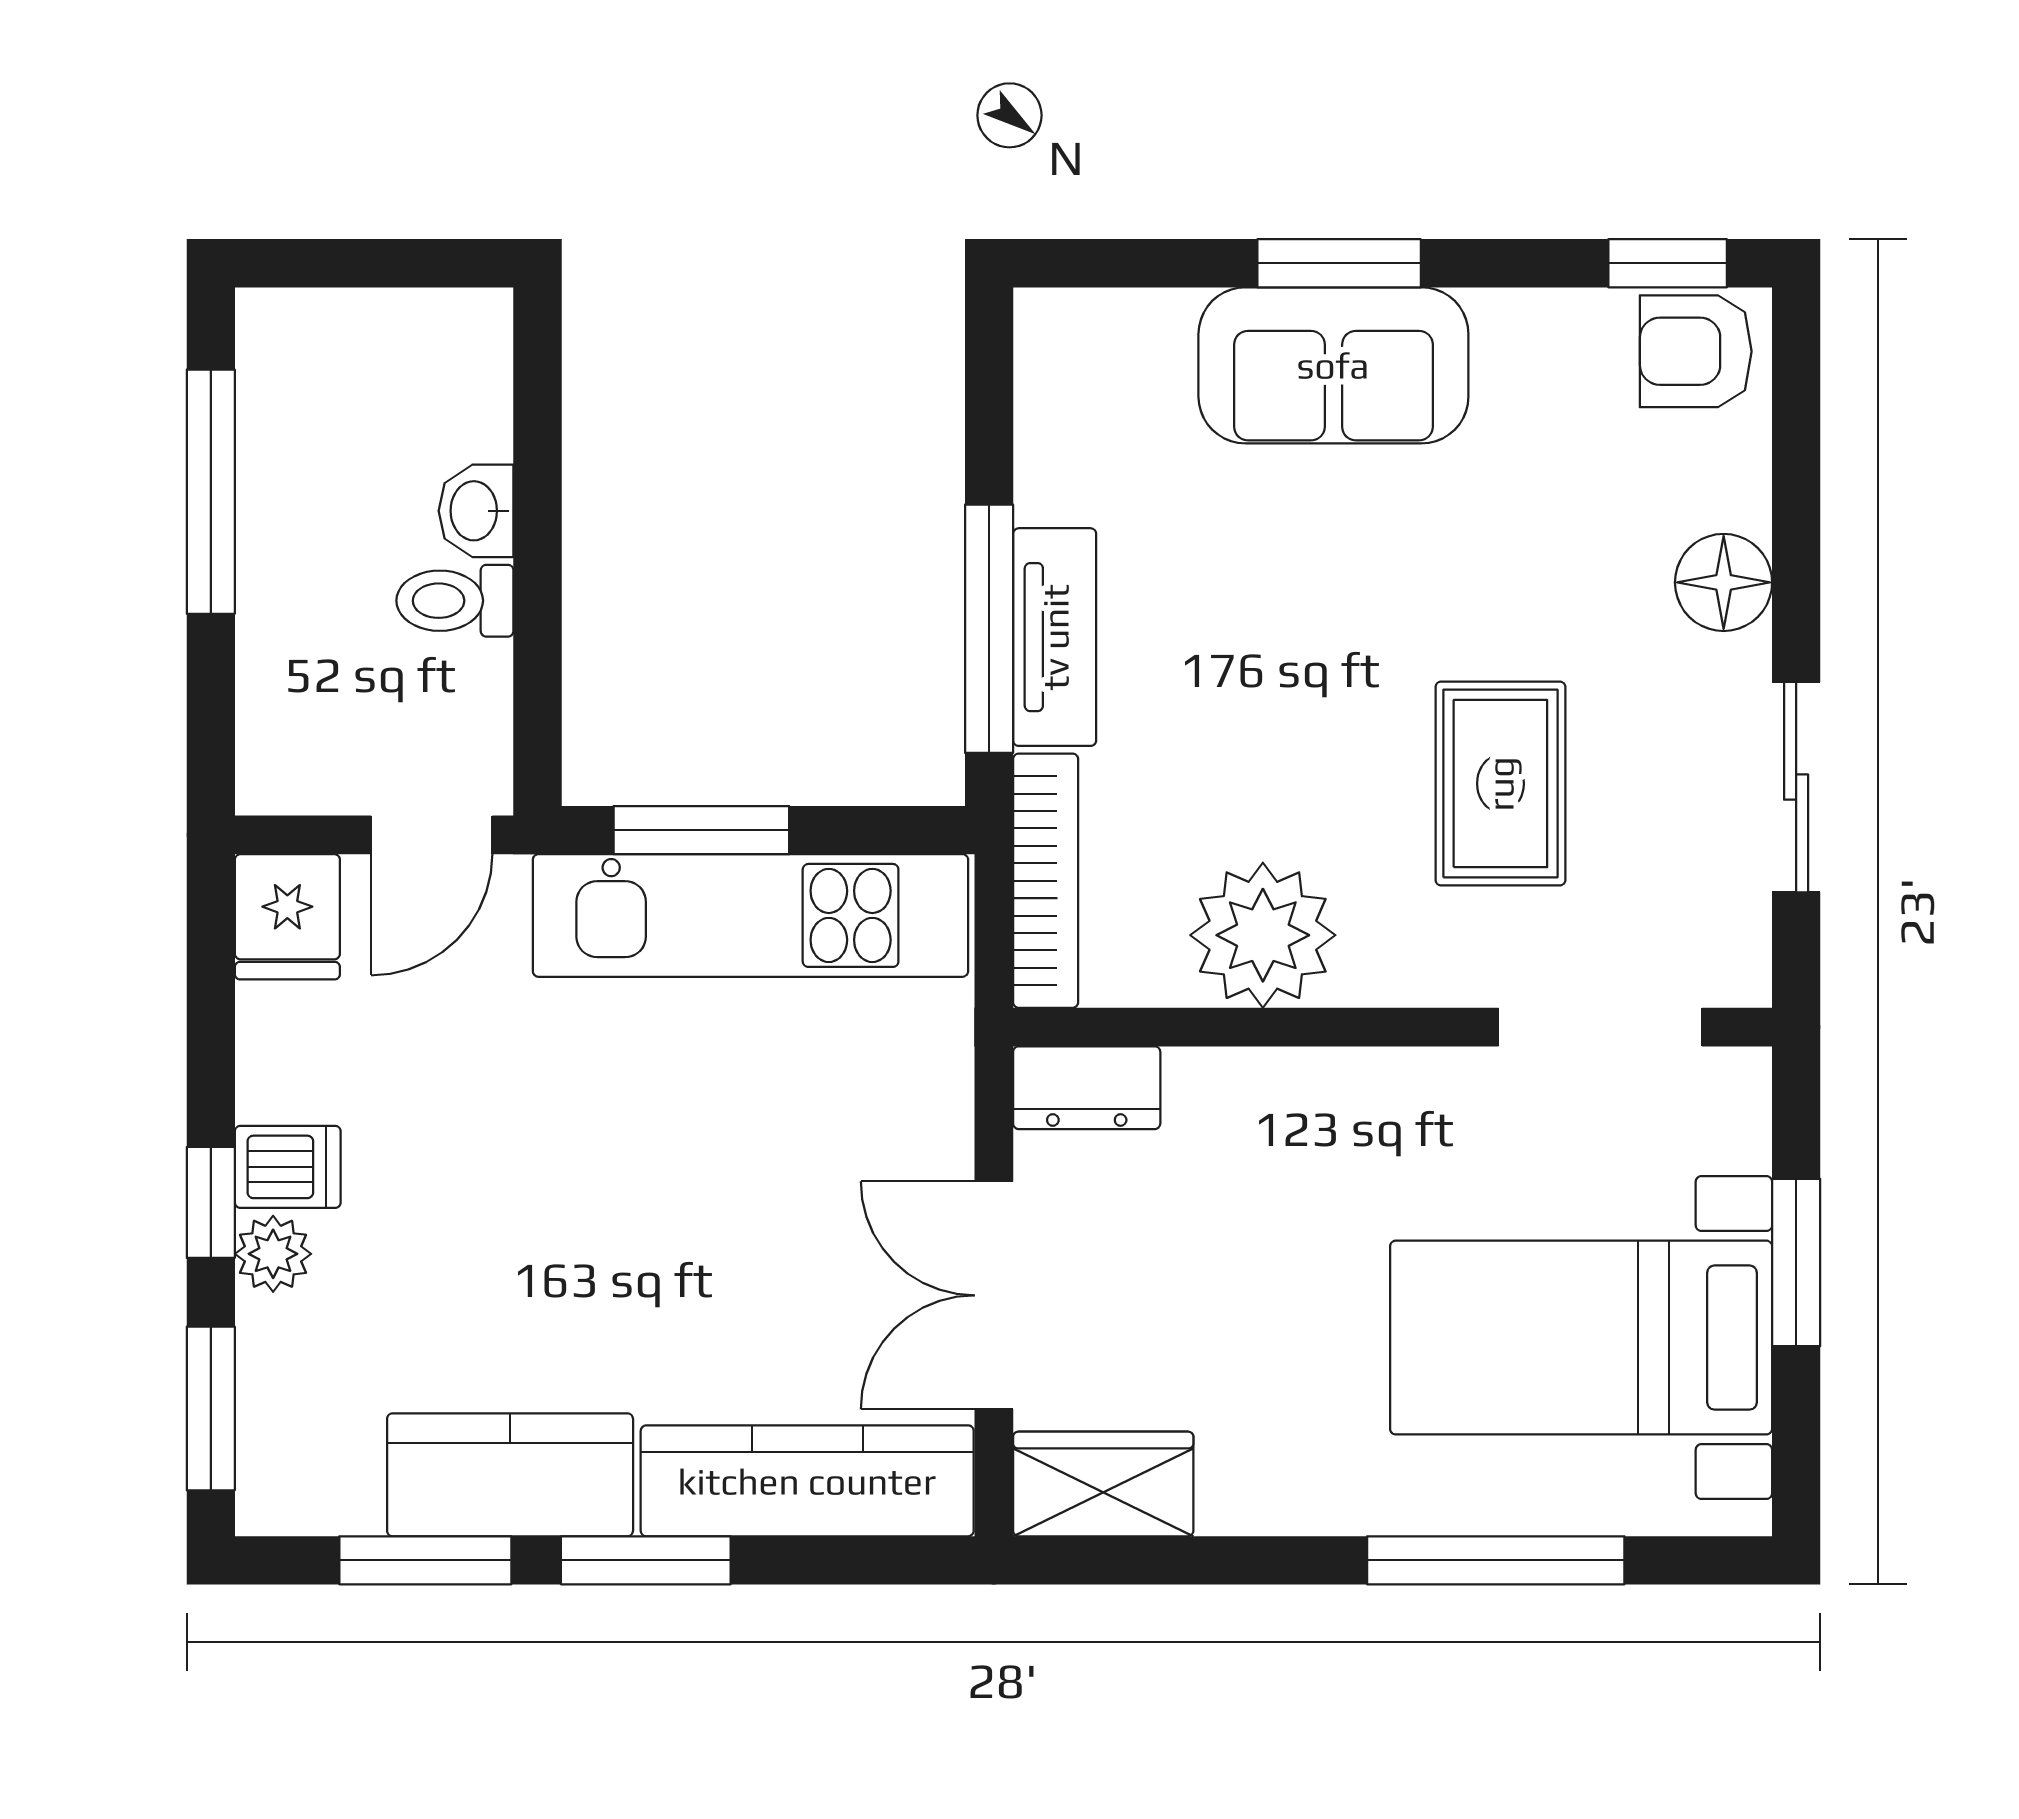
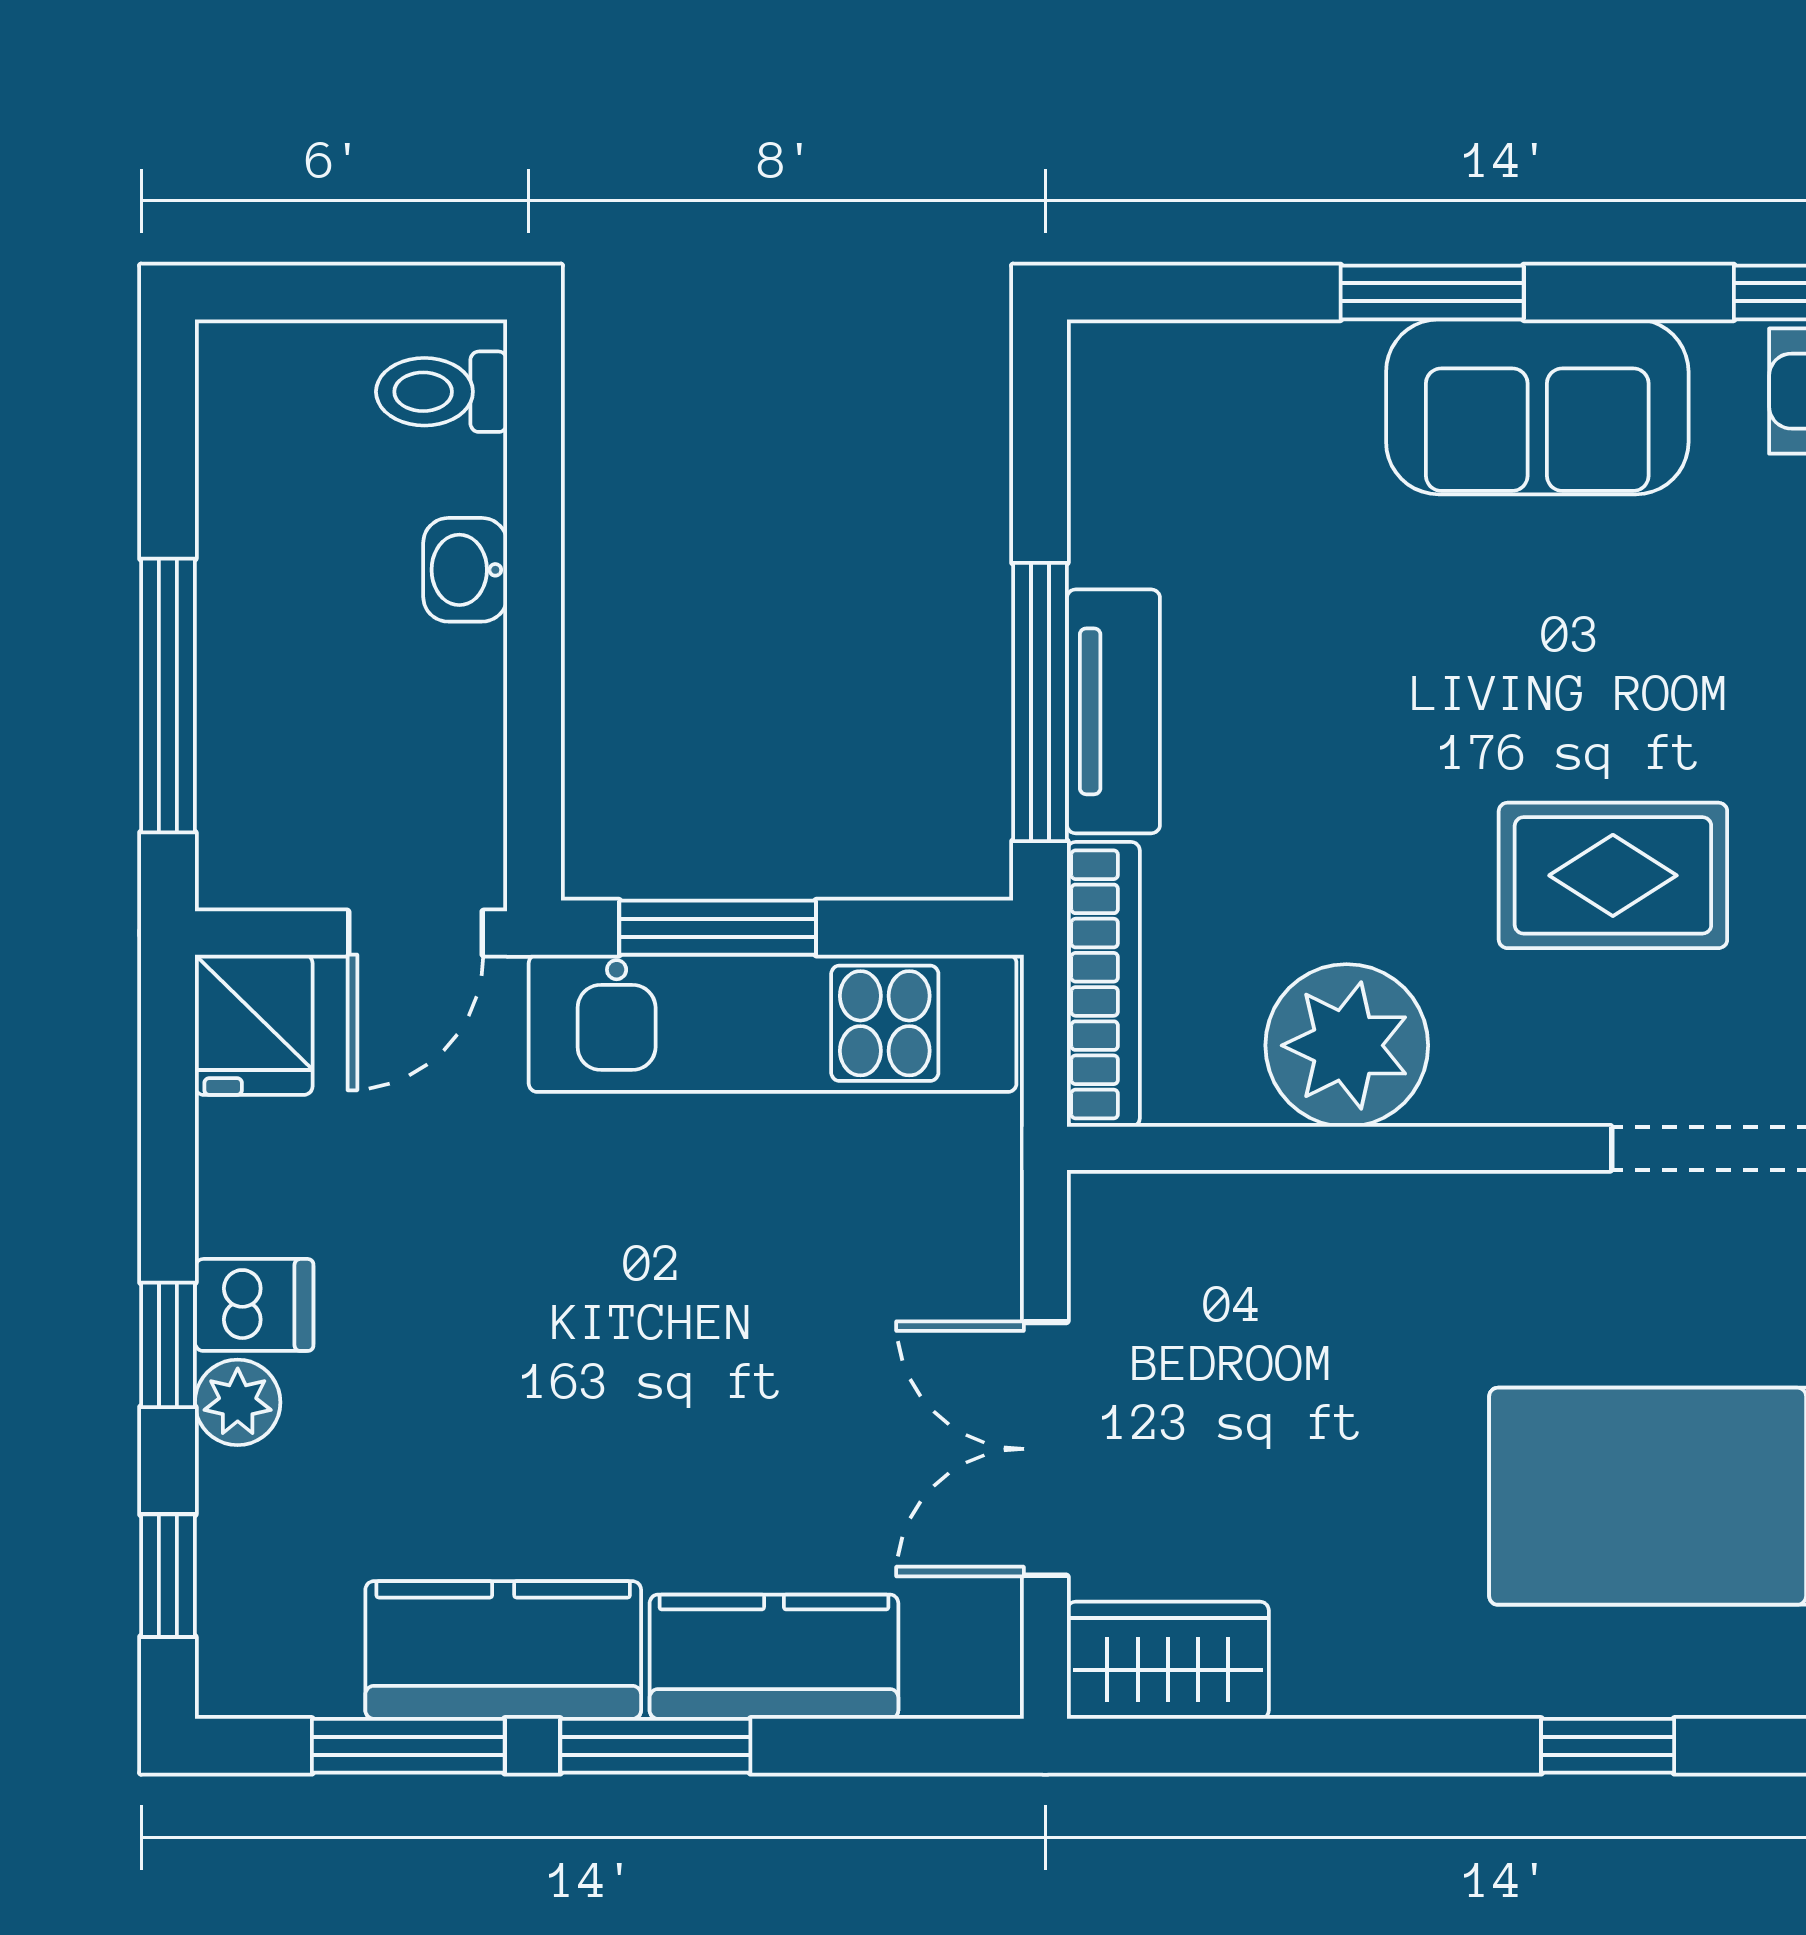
sofa: (1333, 365) -> (1537, 407), moved
window: (211, 492) -> (168, 696), moved
toilet: (455, 601) -> (441, 392), moved
rug: (1500, 784) -> (1613, 875), turned 90
dresser: (1087, 1088) -> (1149, 1216), removed
window: (211, 1408) -> (168, 1576), width x0.67
kitchen counter: (807, 1481) -> (774, 1657), width x0.67
window: (1496, 1560) -> (1608, 1746), width x0.46

